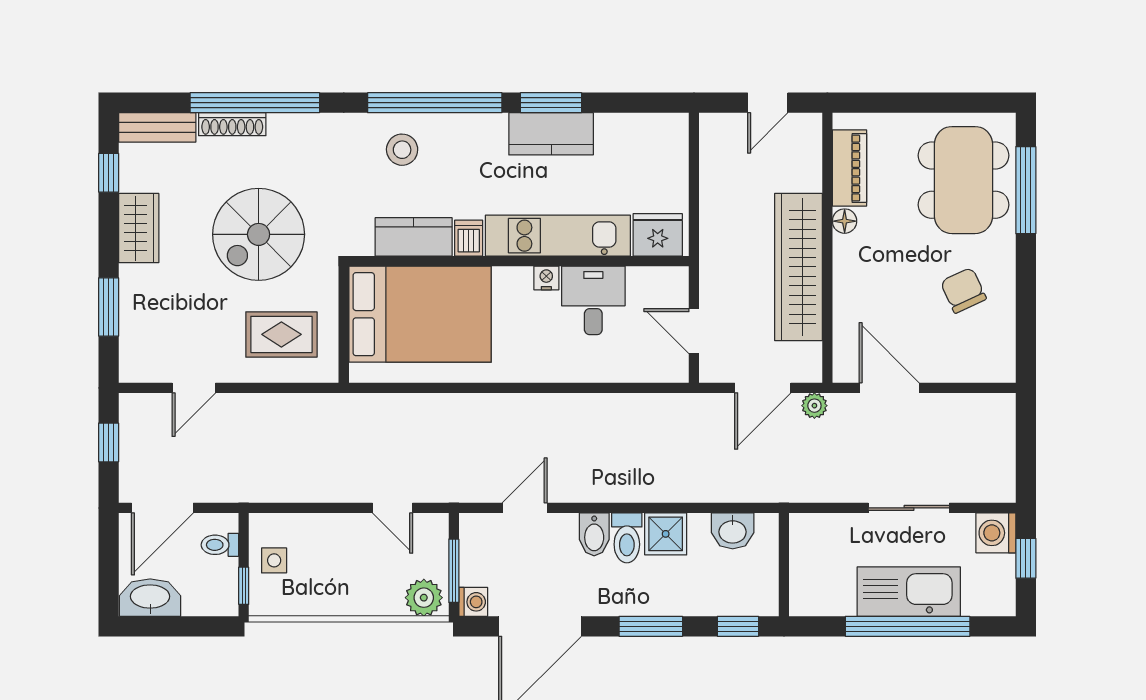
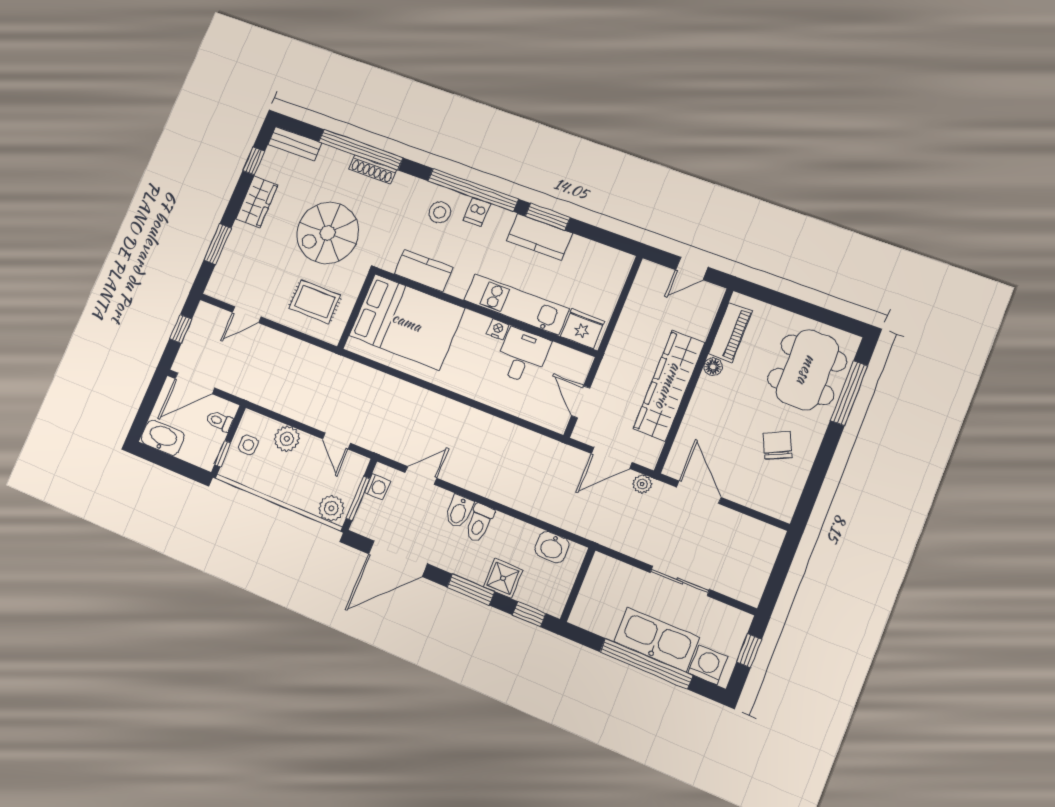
shoe rack: (232, 124) -> (372, 169), moved
dishwasher: (469, 238) -> (477, 212), moved, turned 180
plant: (324, 532) -> (287, 439), added
washing machine: (996, 533) -> (708, 665), moved, turned 90
shower: (666, 534) -> (503, 578), moved
washing machine: (473, 602) -> (377, 487), moved

